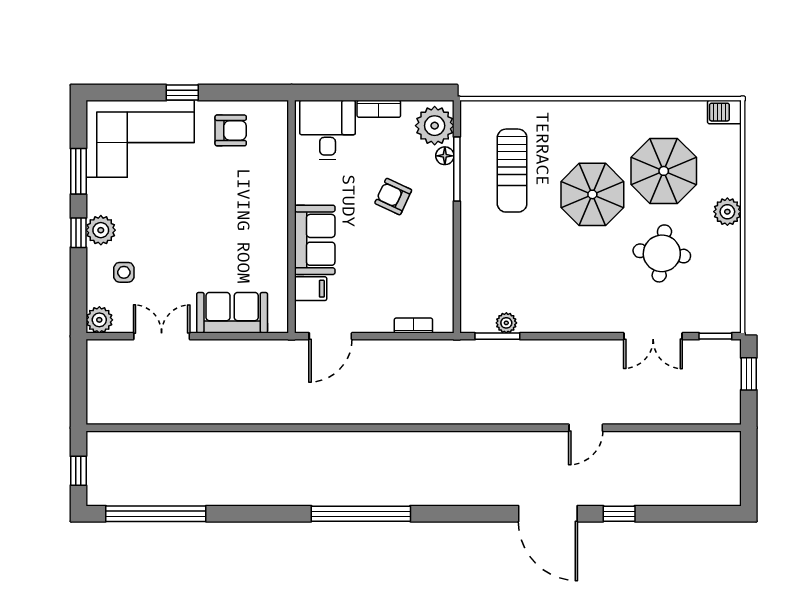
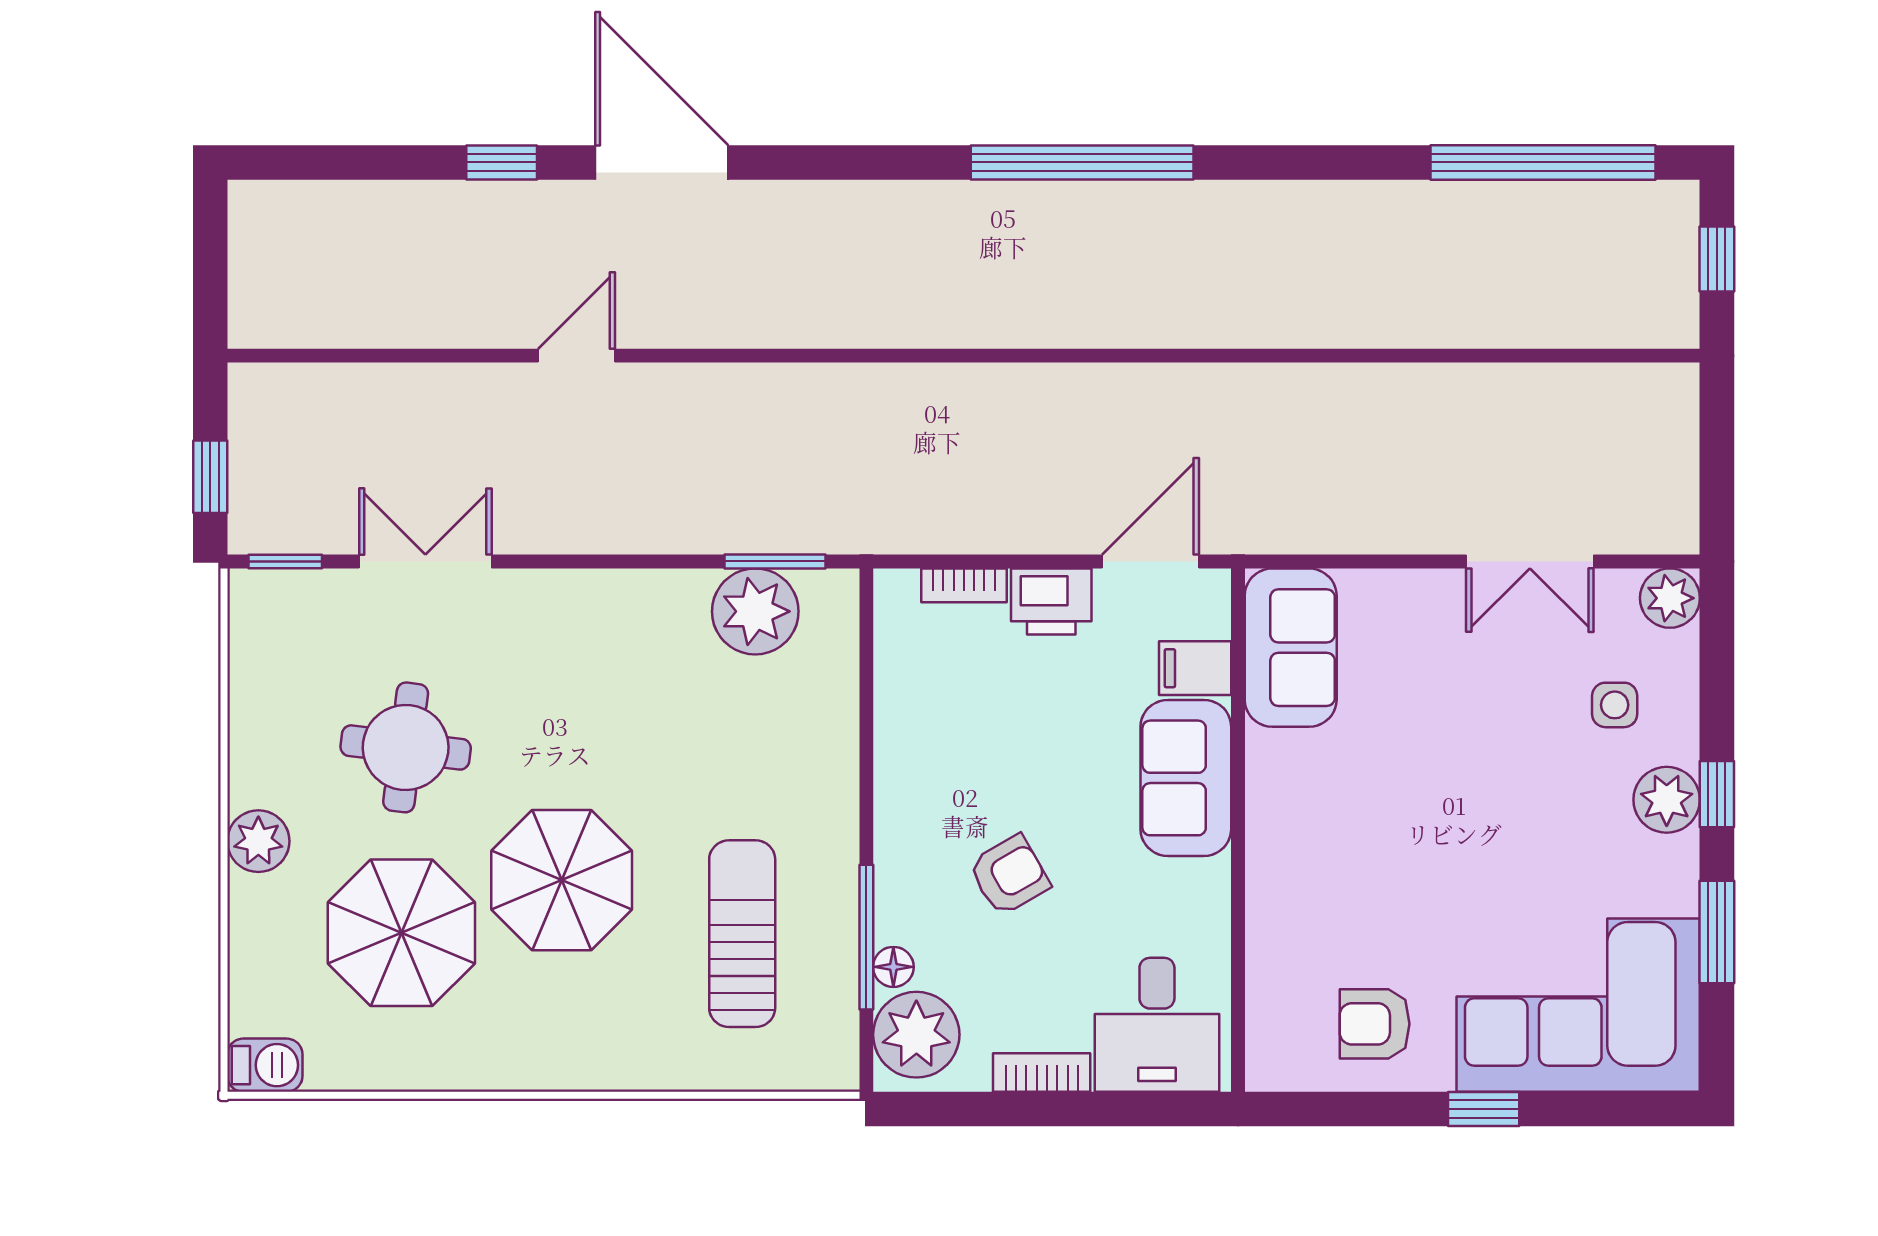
armchair: (393, 197) -> (1009, 875), turned -55
sofa: (232, 313) -> (1291, 648), moved, turned -90
printer: (375, 318) -> (1051, 601), added
plant: (506, 323) -> (755, 611), width x1.87, depth x1.87

